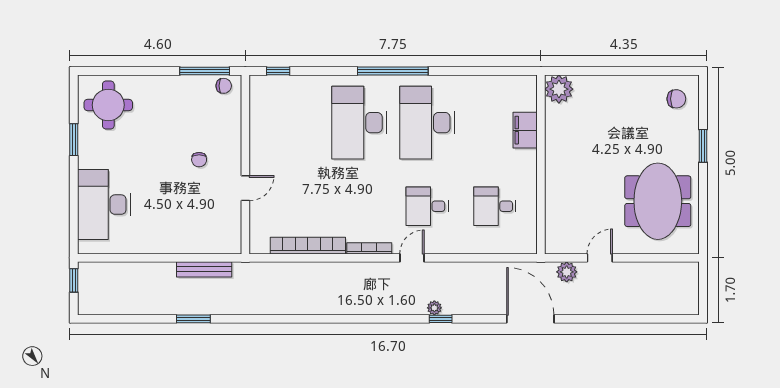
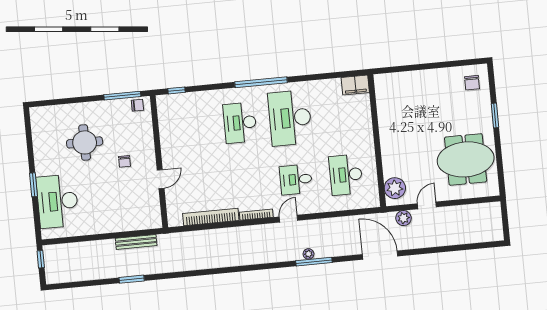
plant: (559, 89) -> (395, 188), moved
chair: (676, 99) -> (472, 83), turned 90
round table: (108, 105) -> (85, 142), moved
desk: (359, 123) -> (240, 123), width x0.73, depth x0.77
filing cabinet: (525, 130) -> (355, 85), moved, turned -90
window: (74, 140) -> (34, 185), moved
meeting table: (658, 201) -> (466, 159), turned 90
desk: (495, 206) -> (346, 175), width x1.37
window: (441, 319) -> (314, 262), width x2.17

